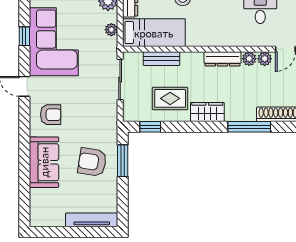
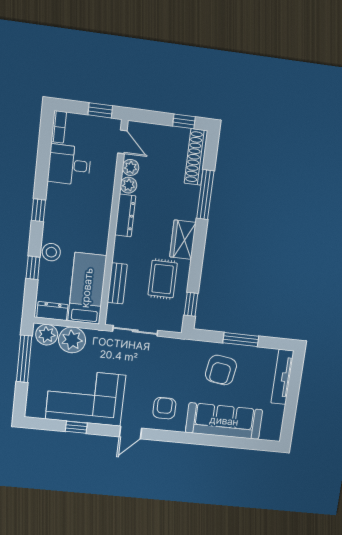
plant: (111, 30) -> (72, 340), width x1.88, depth x1.88
window: (123, 161) -> (241, 340), moved
sofa: (44, 162) -> (224, 421), width x1.36

